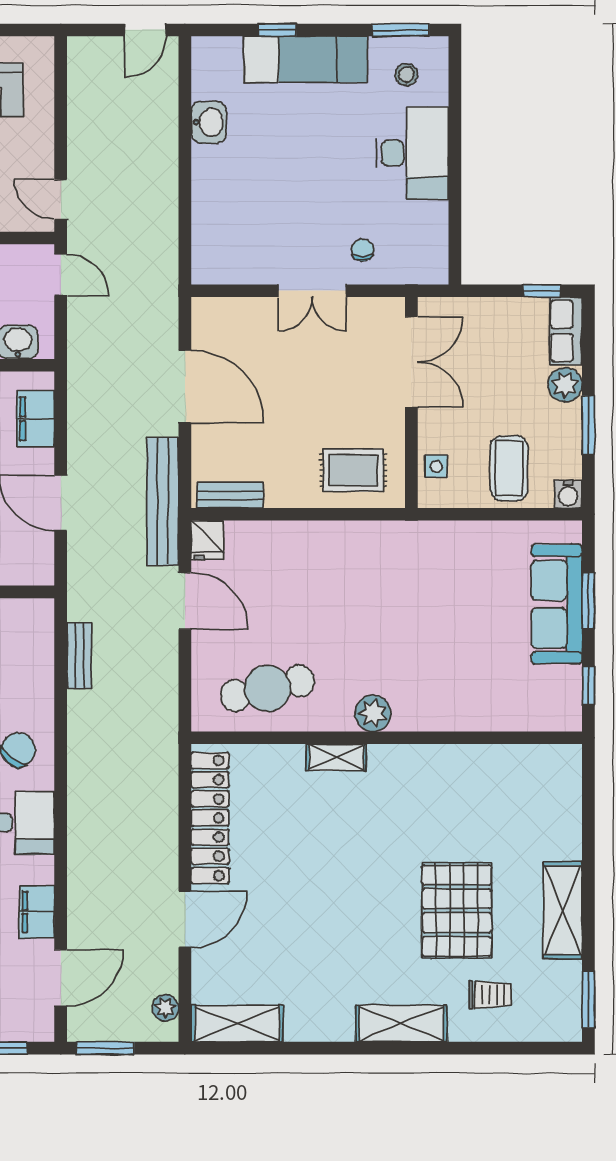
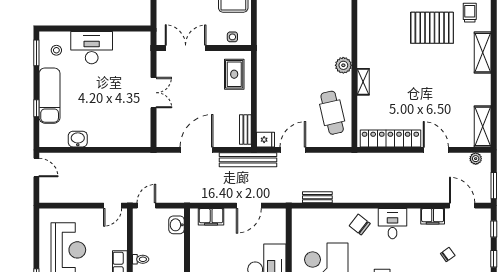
chair: (363, 250) -> (135, 70), removed

